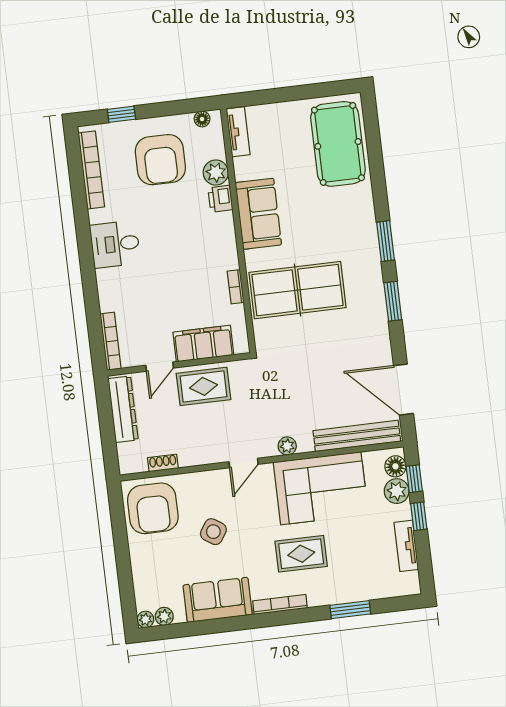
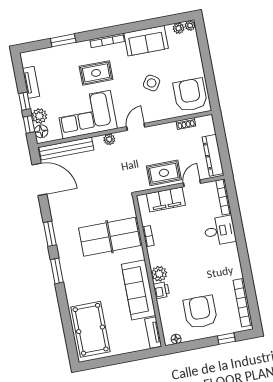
plant: (216, 173) -> (159, 274), moved
sofa: (258, 214) -> (139, 290), width x1.36
desk: (115, 244) -> (220, 231), moved

